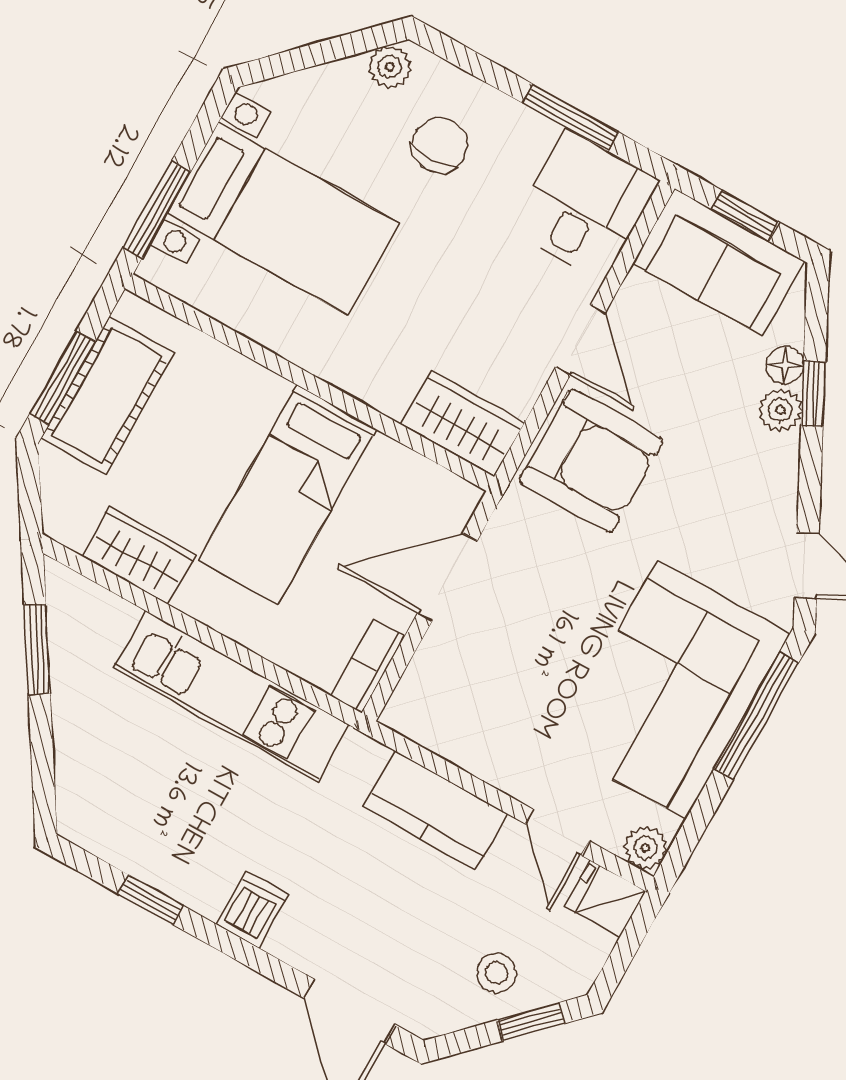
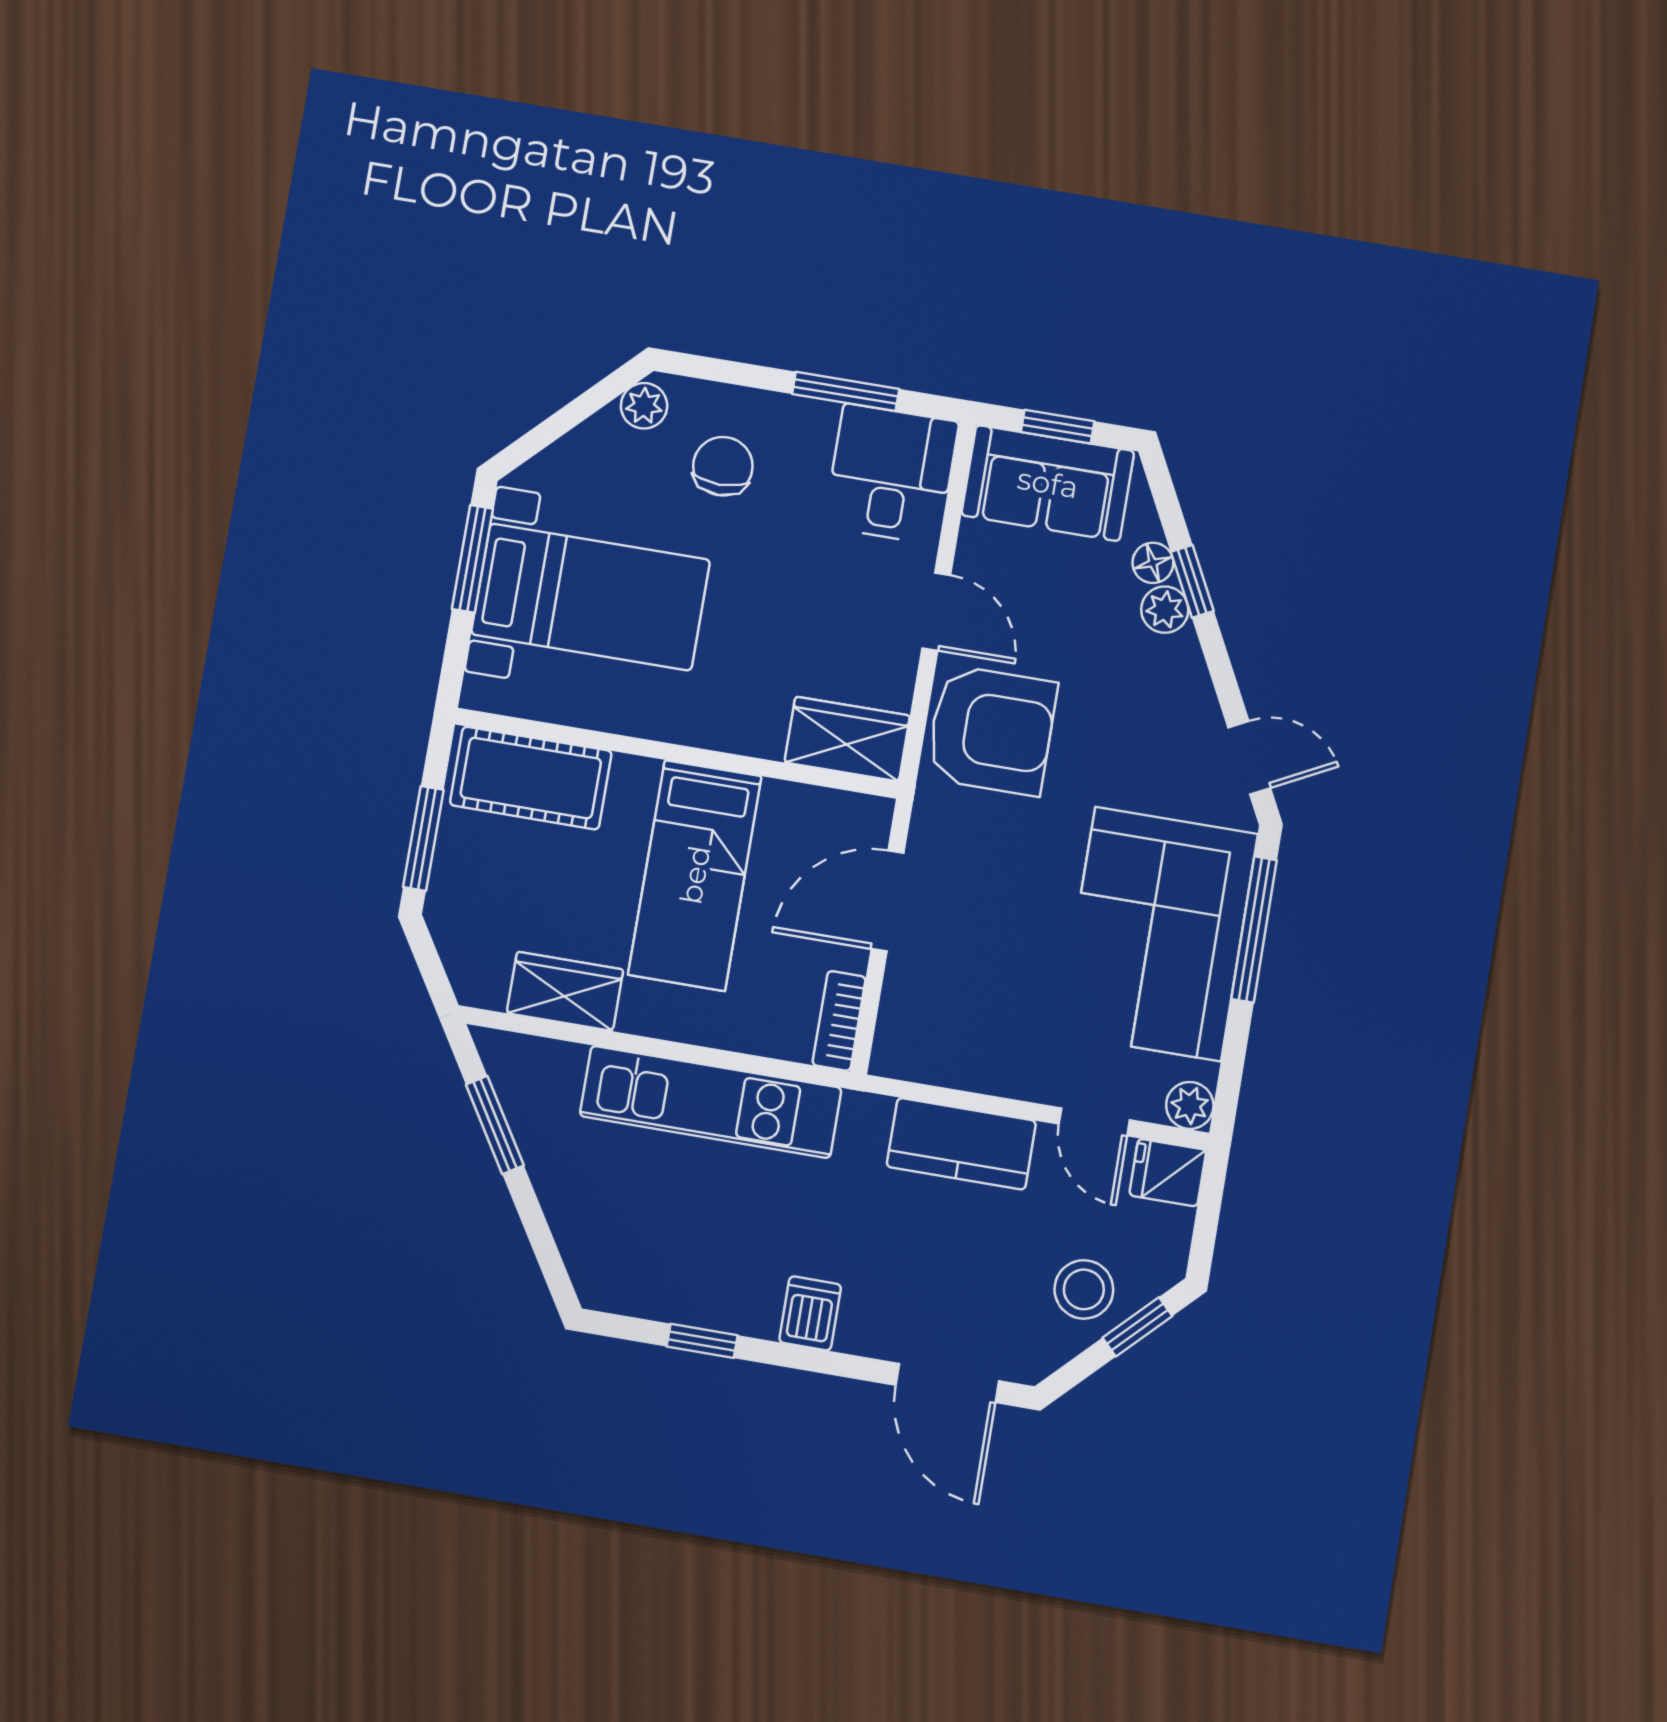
window: (157, 210) -> (472, 559), moved
cot: (107, 396) -> (531, 778), moved, turned 90
stool: (496, 973) -> (1084, 1289), width x1.37, depth x1.37

